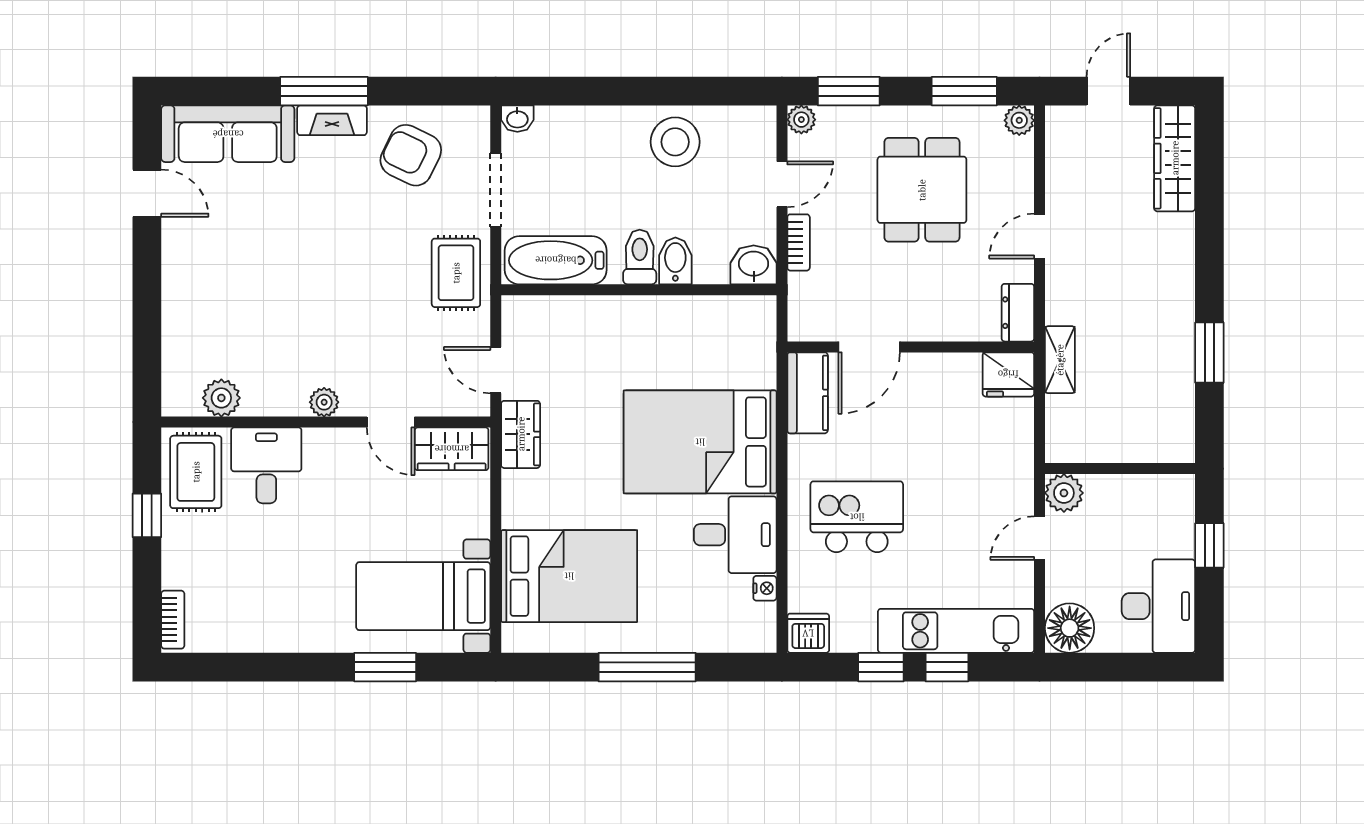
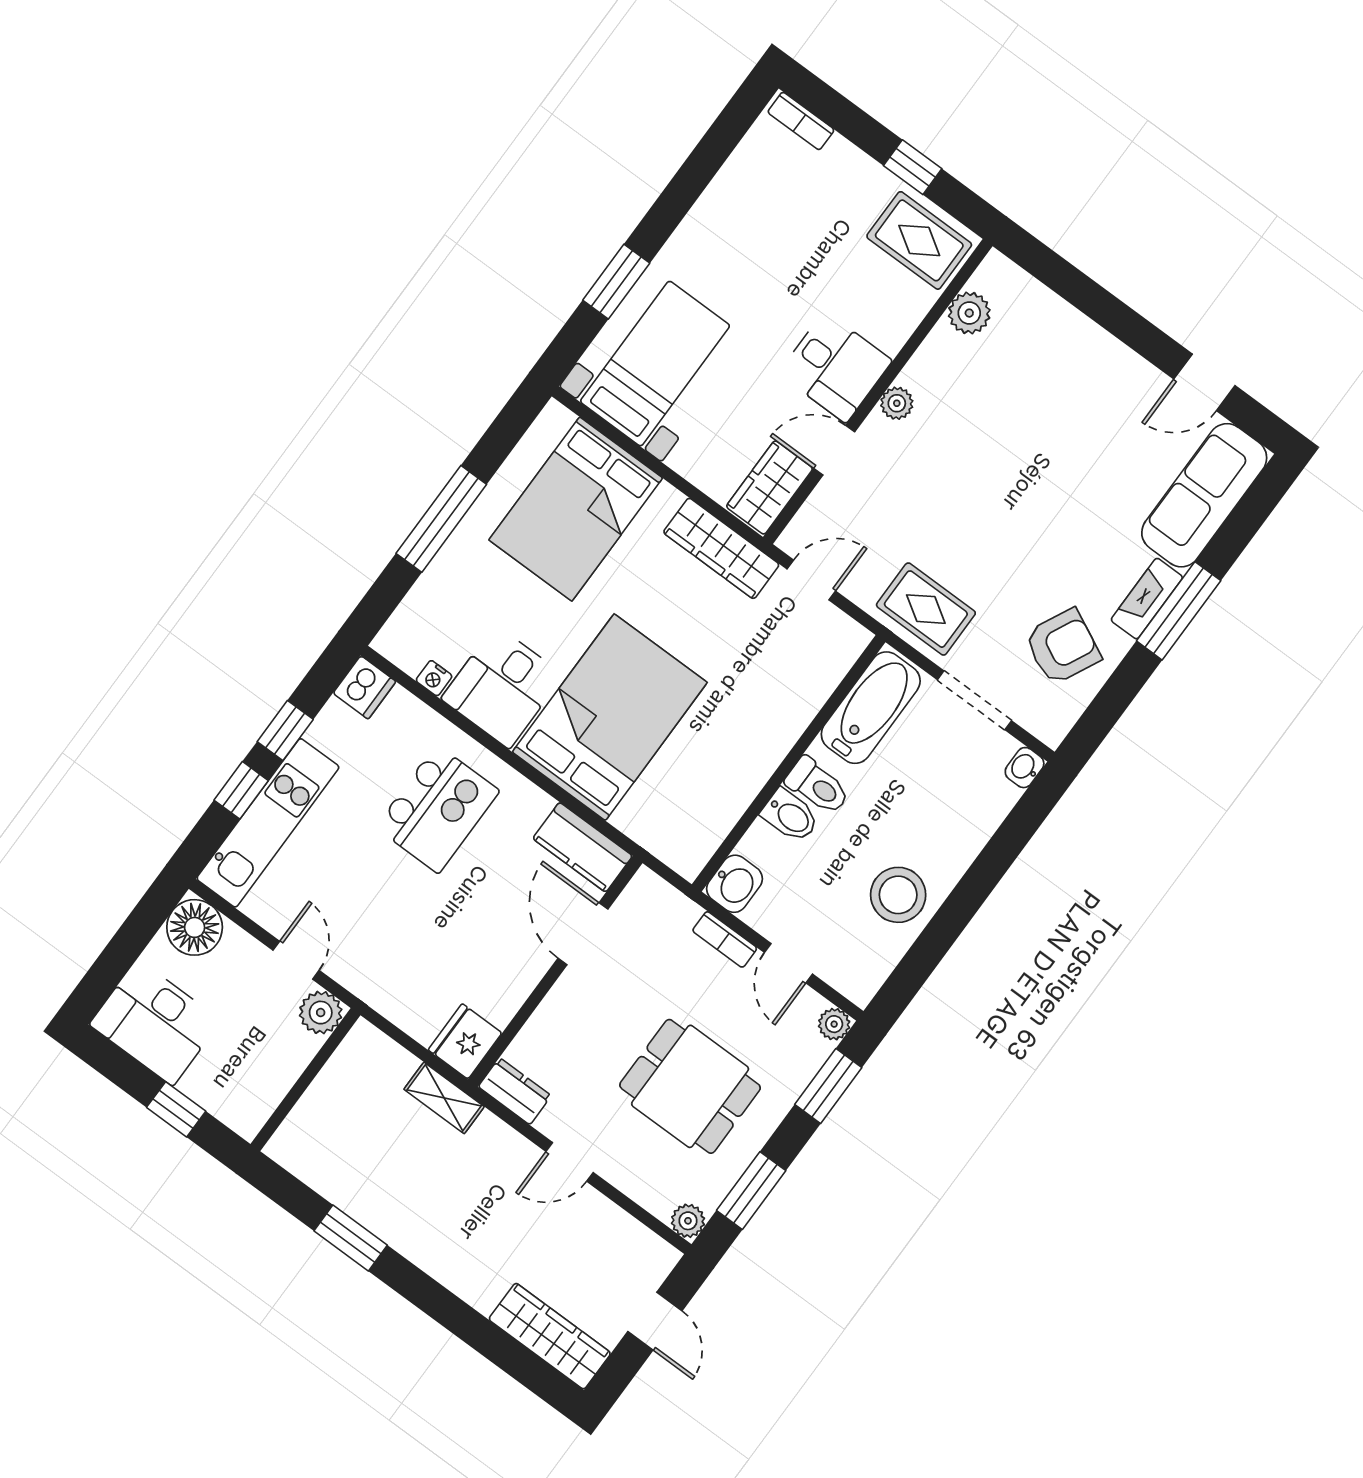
door: (1039, 236) -> (570, 1162), swing flipped
wardrobe: (521, 434) -> (721, 548), width x1.50
desk: (266, 465) -> (835, 367), moved

